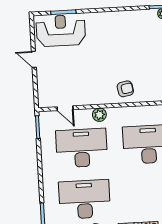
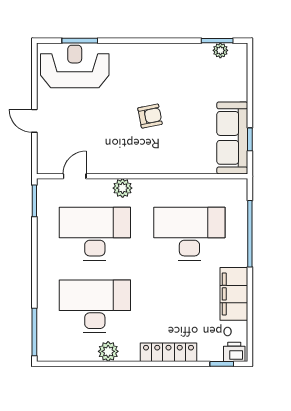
door: (34, 59) -> (34, 121), moved
armchair: (125, 89) -> (150, 116), moved
door: (65, 108) -> (75, 176), swing flipped

